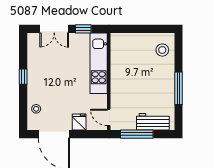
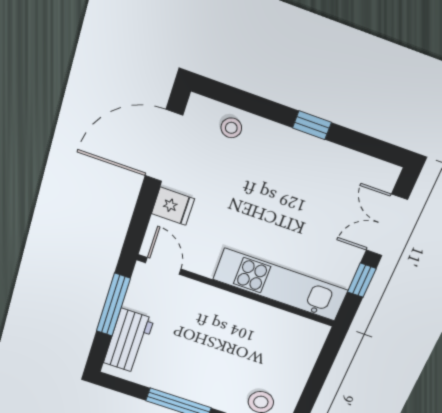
door: (109, 117) -> (163, 266), hinge flipped

